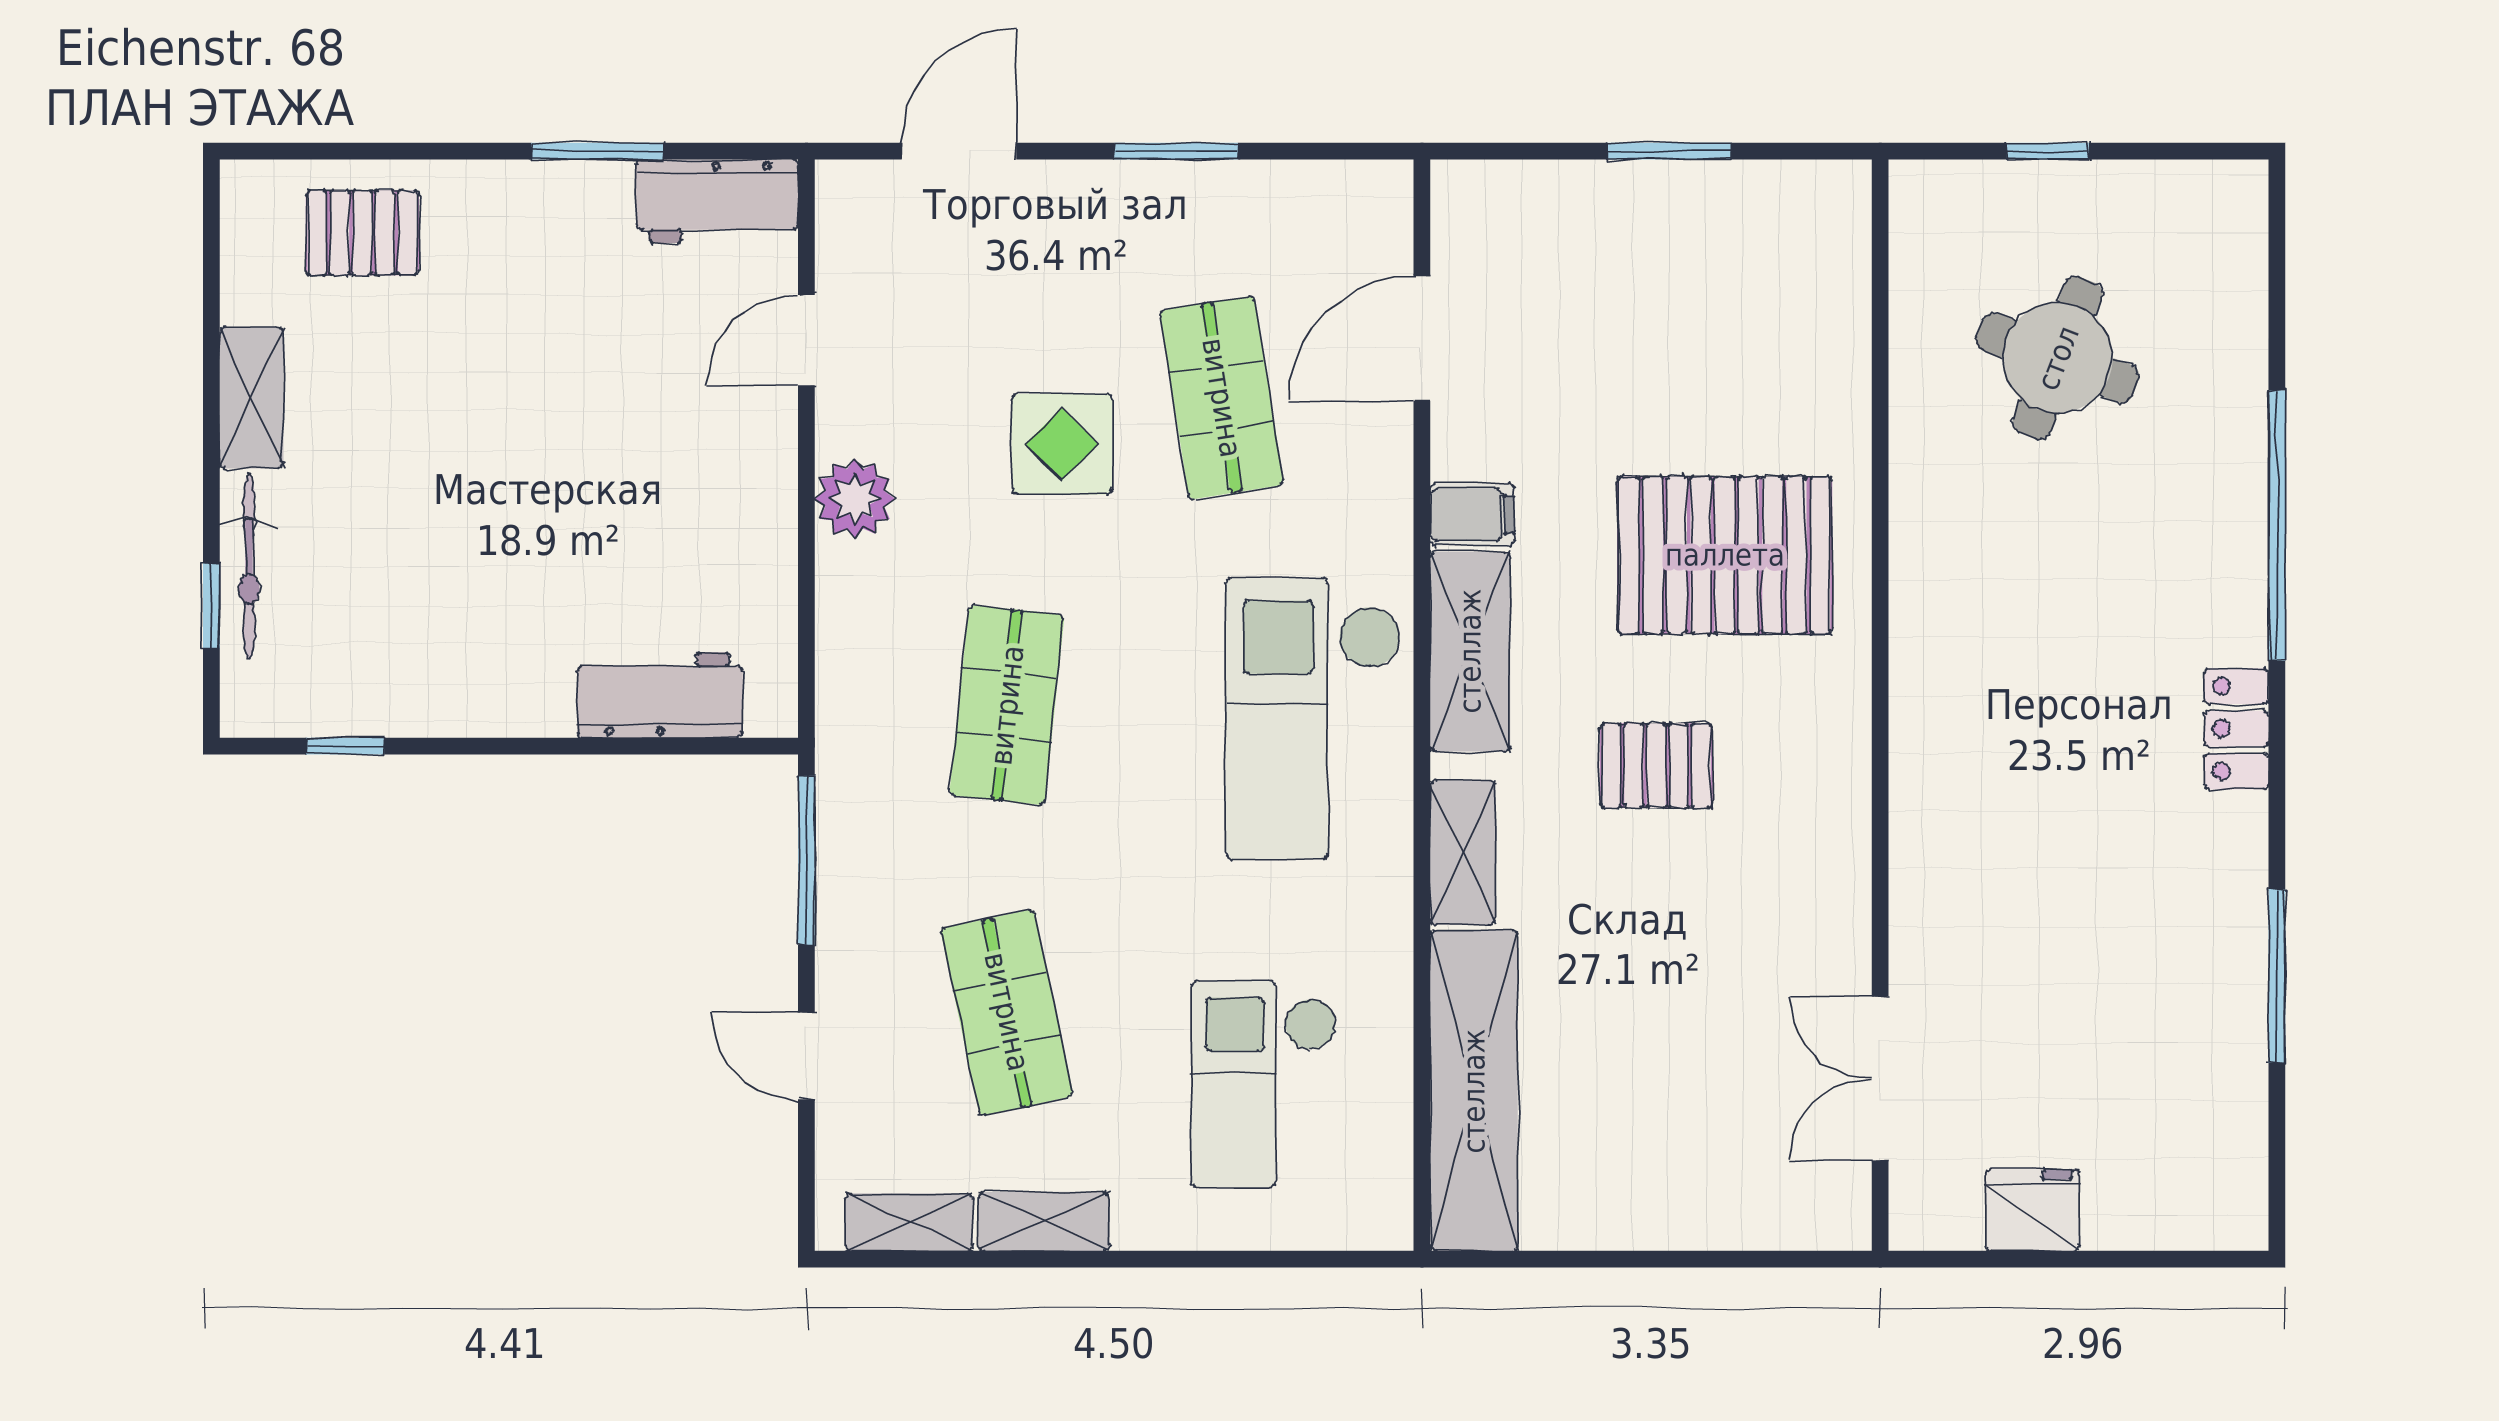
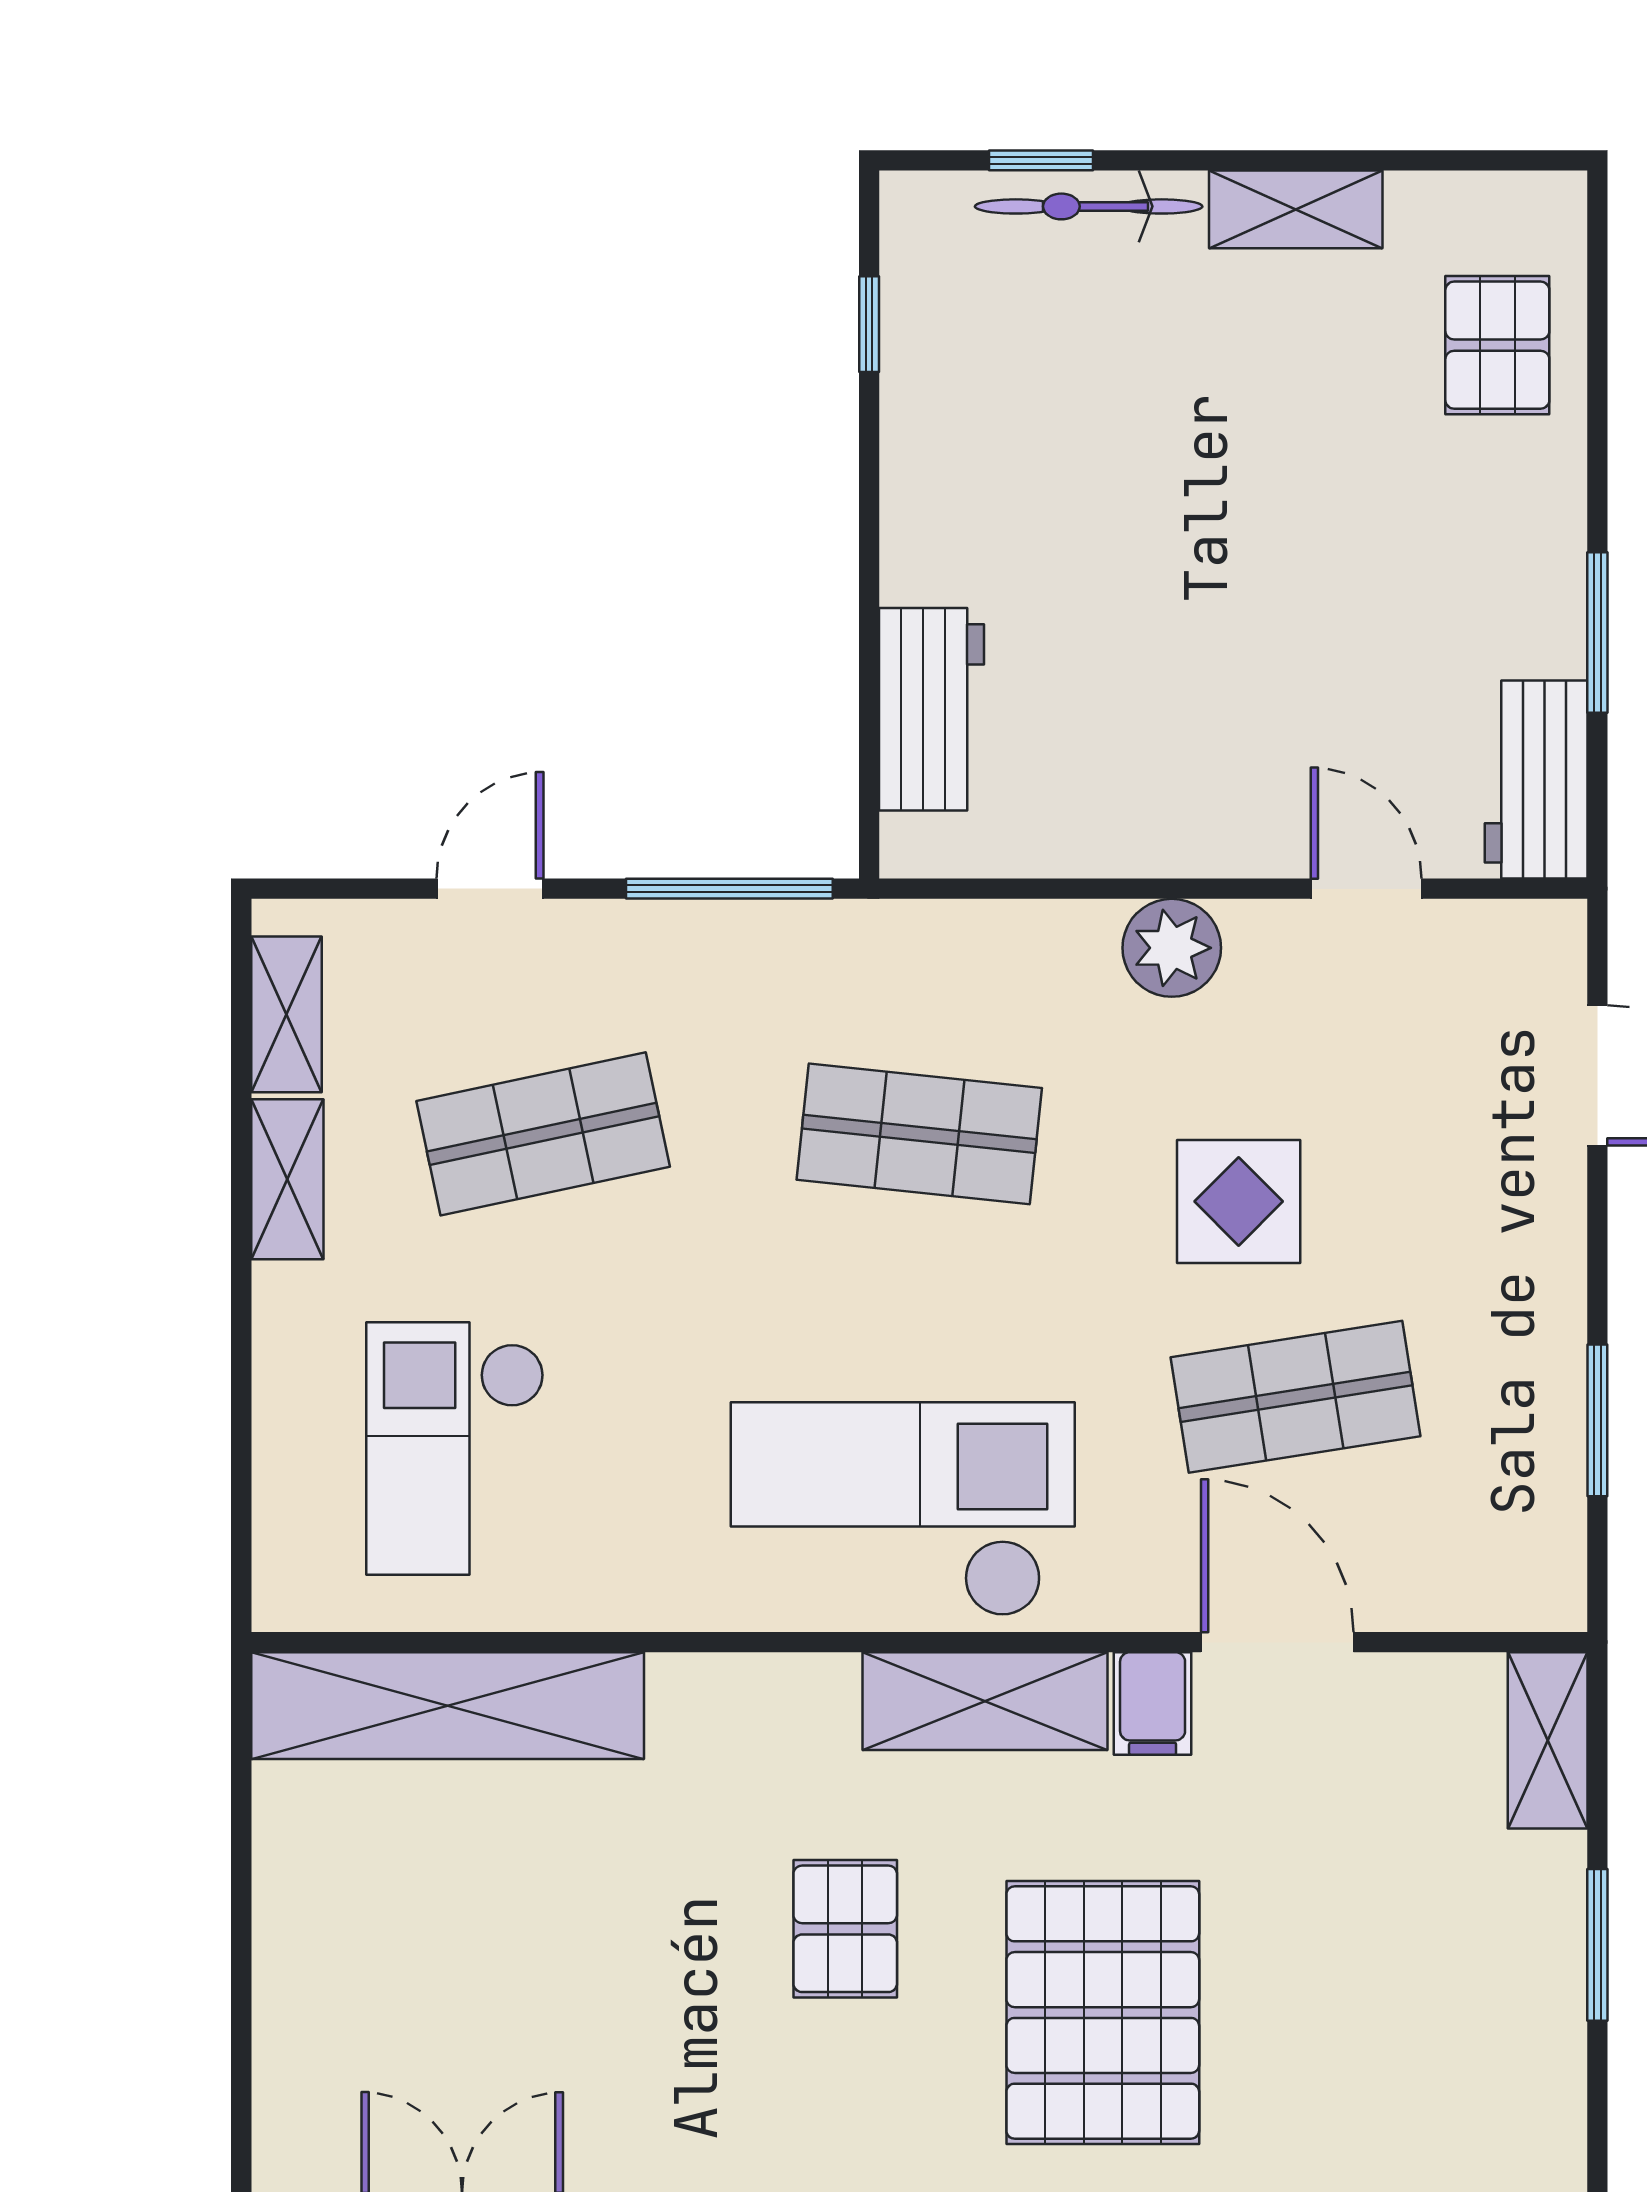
window: (1176, 151) -> (1597, 1420), moved
door: (1422, 339) -> (1277, 1642), moved
shelving: (1463, 853) -> (1548, 1740), moved, turned 90
checkout: (1264, 1084) -> (455, 1449), turned -90

